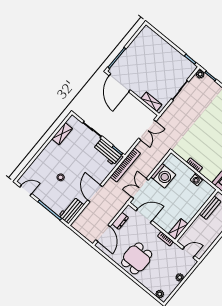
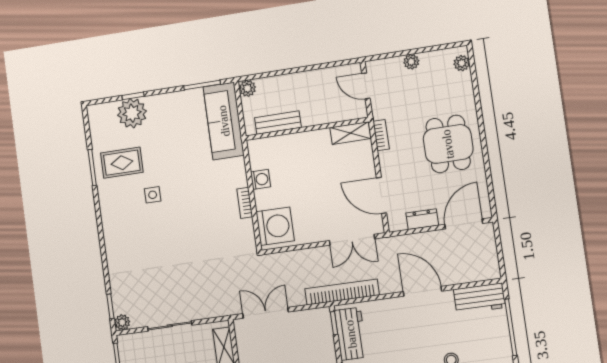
washing machine: (163, 176) -> (275, 226), moved, turned 90
door: (95, 193) -> (422, 291), swing flipped
dining table: (137, 258) -> (448, 144), turned 90

